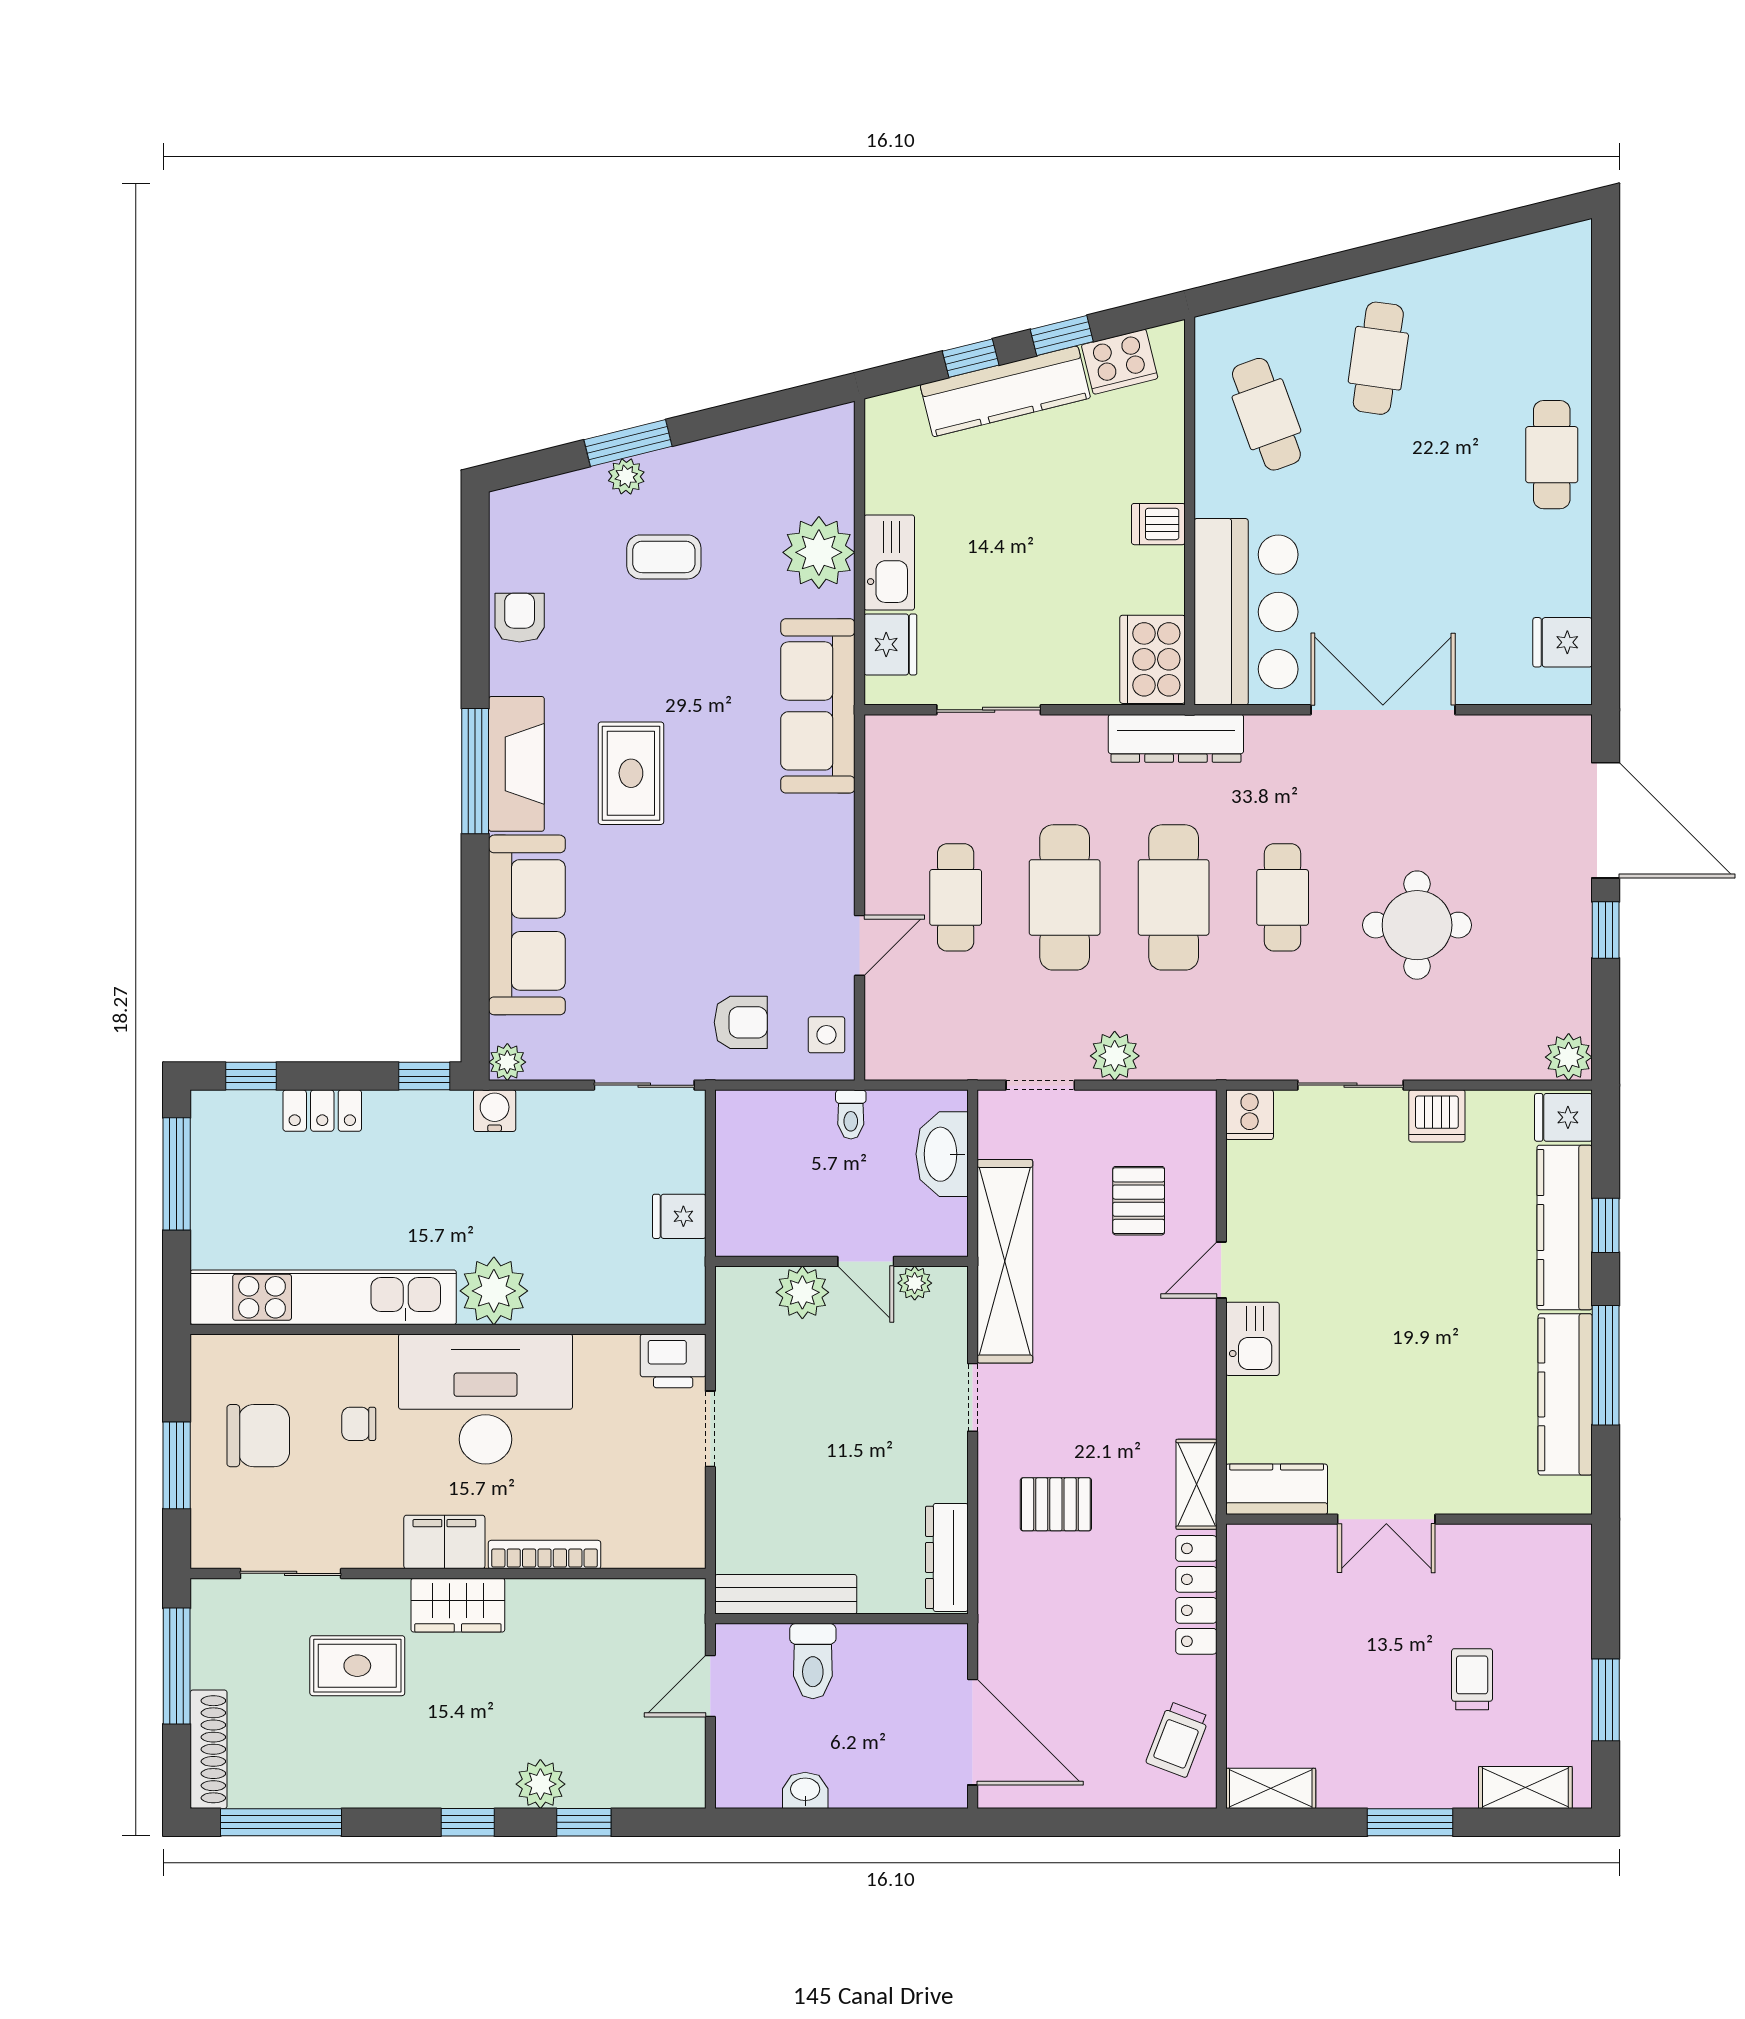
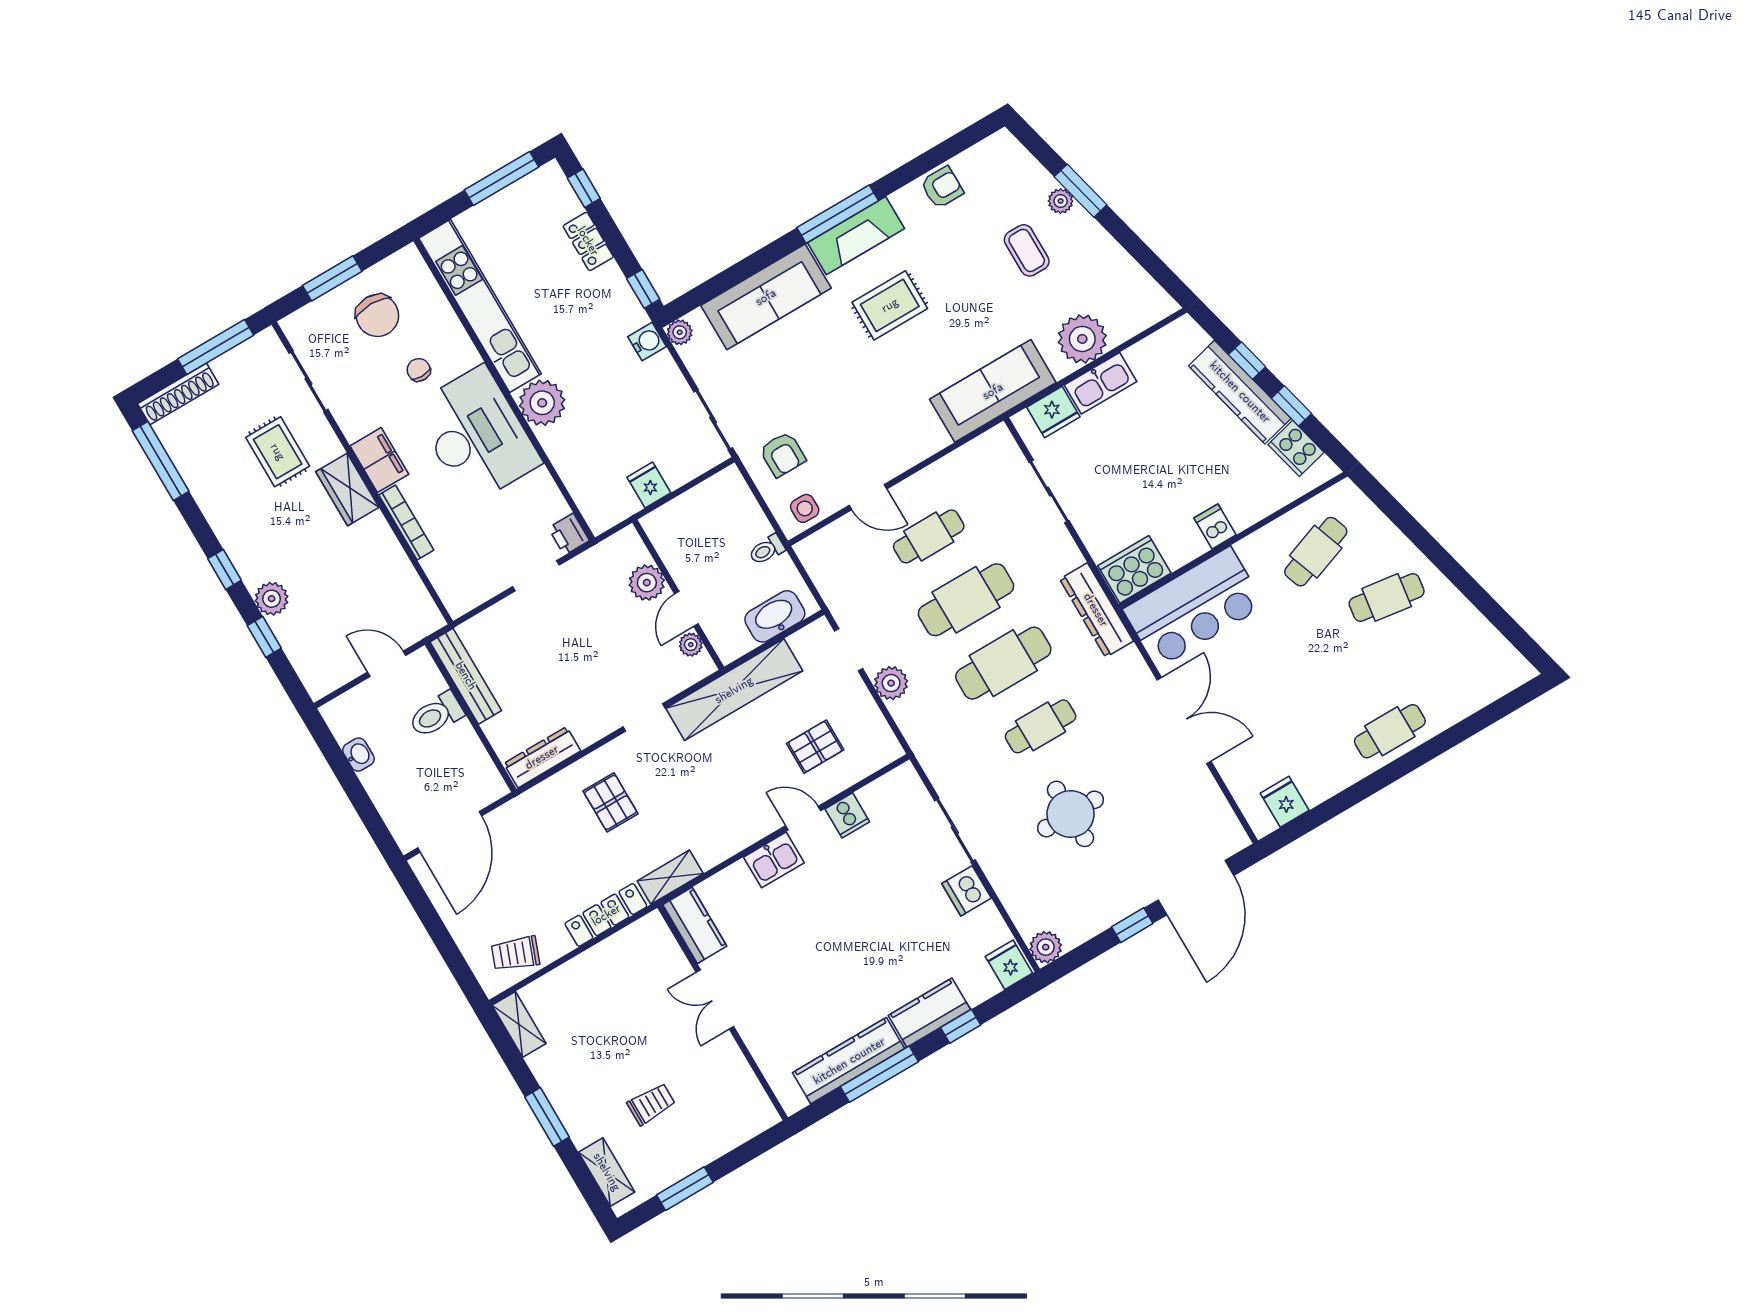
cooker: (1250, 1115) -> (847, 815), moved, turned -90
kitchen counter: (1565, 1228) -> (929, 1013), width x0.67
printer: (673, 1361) -> (569, 534), width x0.73, depth x0.81

